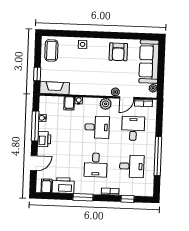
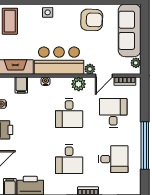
armchair: (118, 52) -> (92, 20), turned -88
bar counter: (90, 84) -> (59, 61), added
filing cabinet: (69, 103) -> (21, 85), moved
desk: (97, 127) -> (69, 113), turned 90

